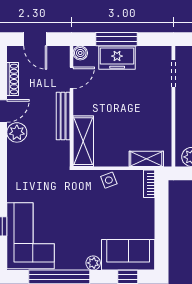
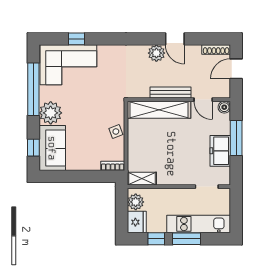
freezer: (117, 58) -> (220, 151), moved
shoe rack: (13, 79) -> (216, 49), moved
shelving: (83, 141) -> (159, 110), width x1.47
shelving: (146, 159) -> (142, 179), moved, turned 90
plant: (93, 263) -> (51, 113), width x1.87, depth x1.87

